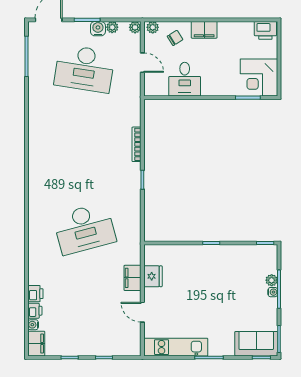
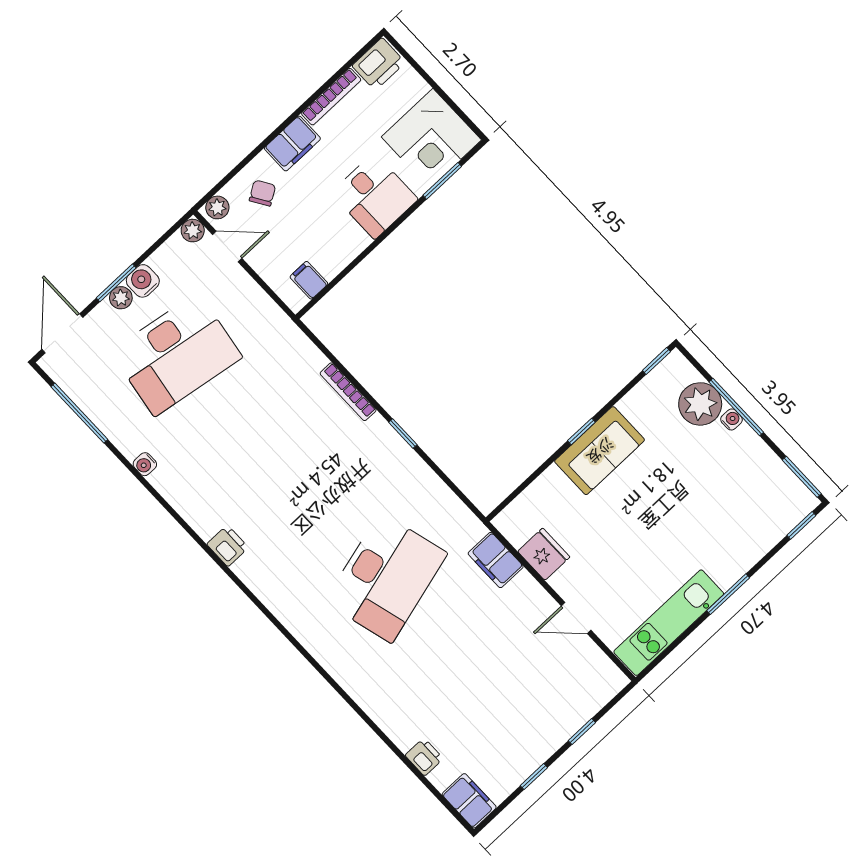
bookcase: (236, 26) -> (331, 97), added
plant: (112, 27) -> (121, 298), moved
door: (142, 63) -> (227, 246), moved
desk: (185, 79) -> (374, 196), moved
filing cabinet: (161, 88) -> (309, 280), added
filing cabinet: (133, 278) -> (496, 560), moved
plant: (272, 280) -> (700, 404), width x1.88, depth x1.88
printer: (35, 294) -> (228, 546), moved
water cooler: (33, 325) -> (145, 464), moved
sofa: (256, 344) -> (600, 451), moved, turned 180

